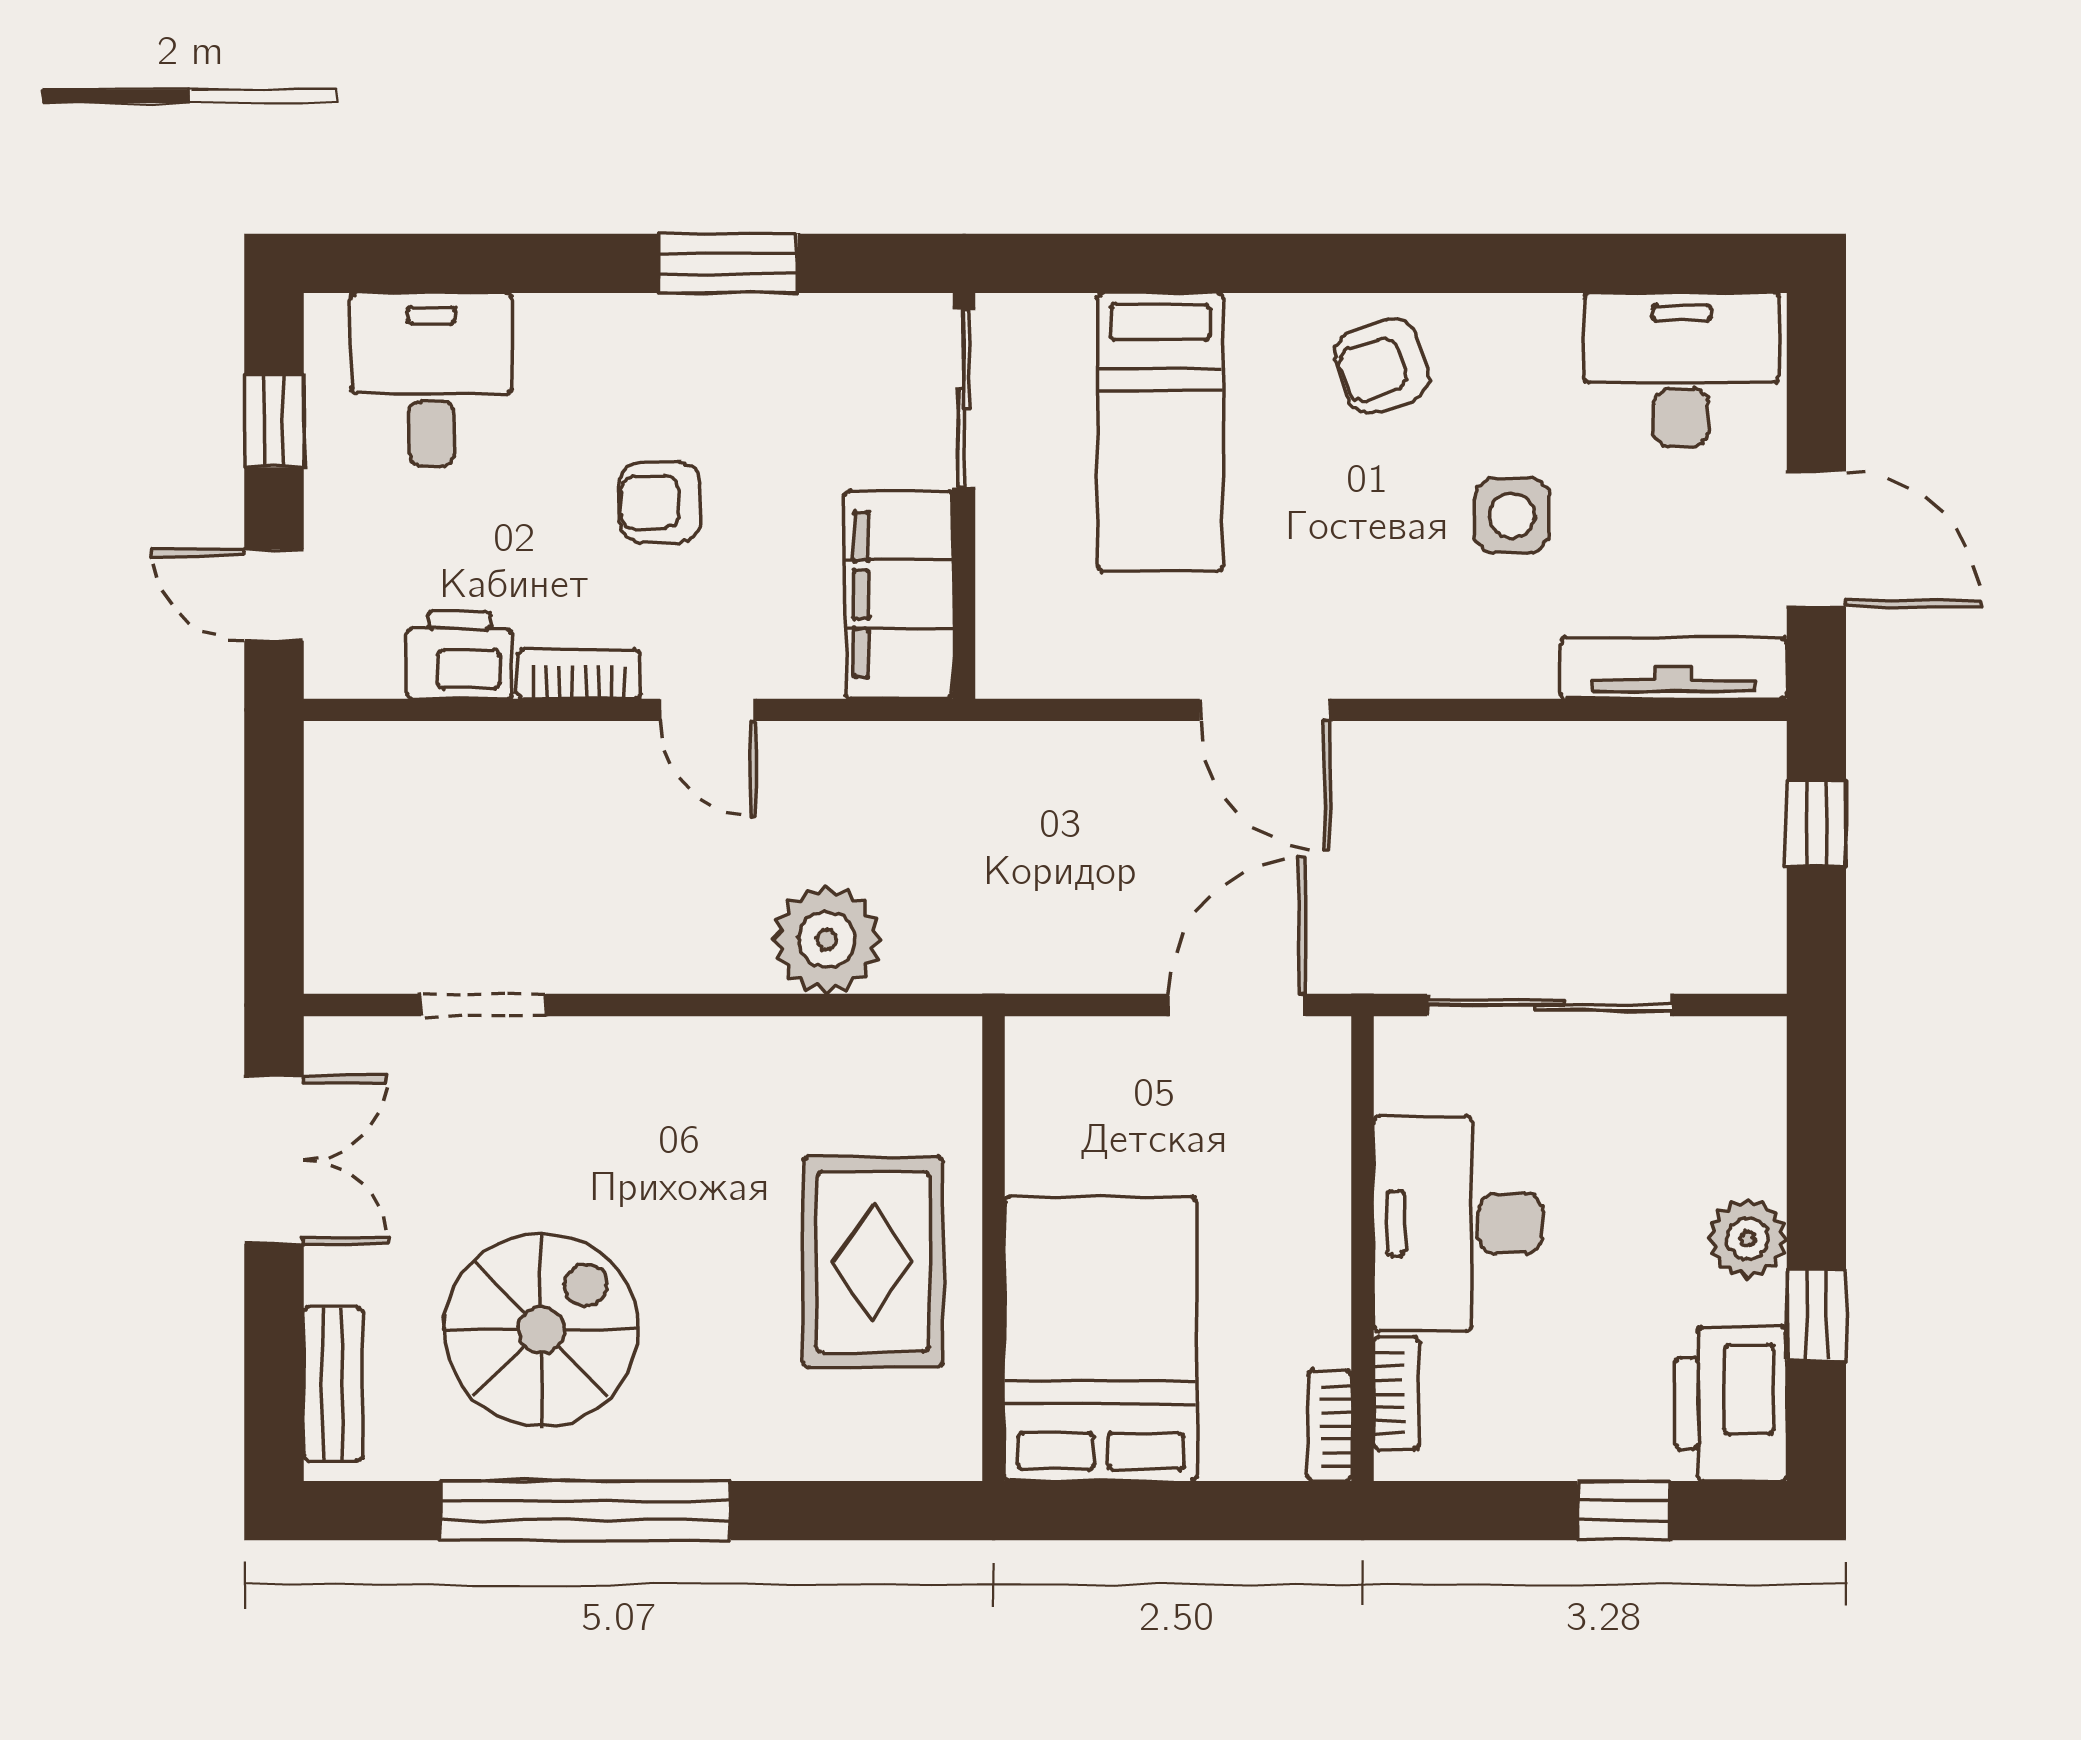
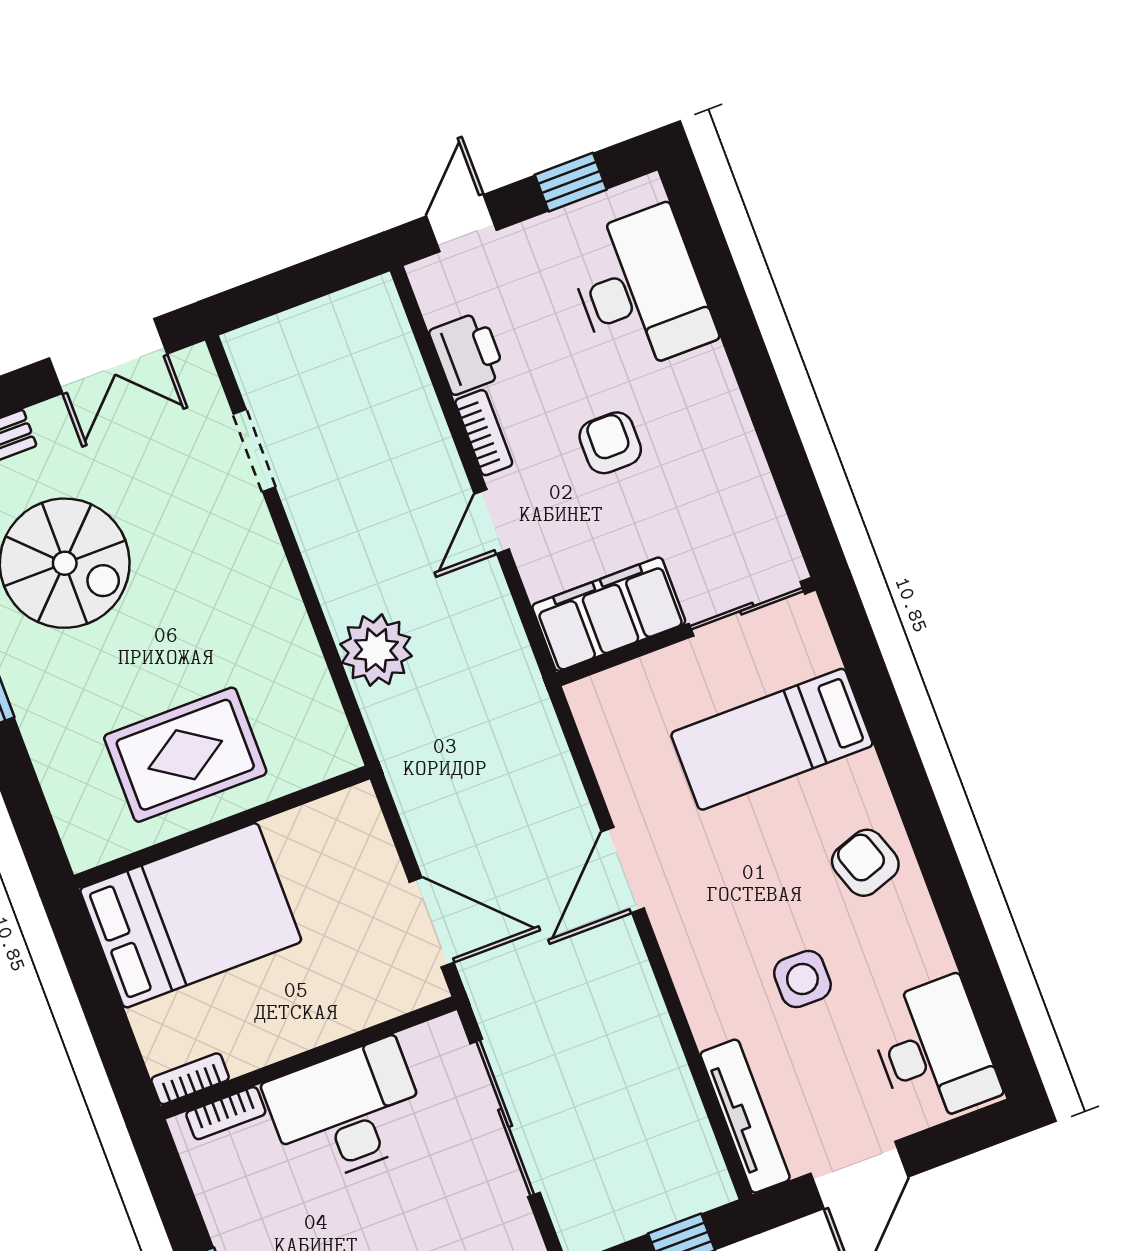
window: (728, 263) -> (776, 429), removed
desk: (431, 380) -> (640, 290), width x1.37

